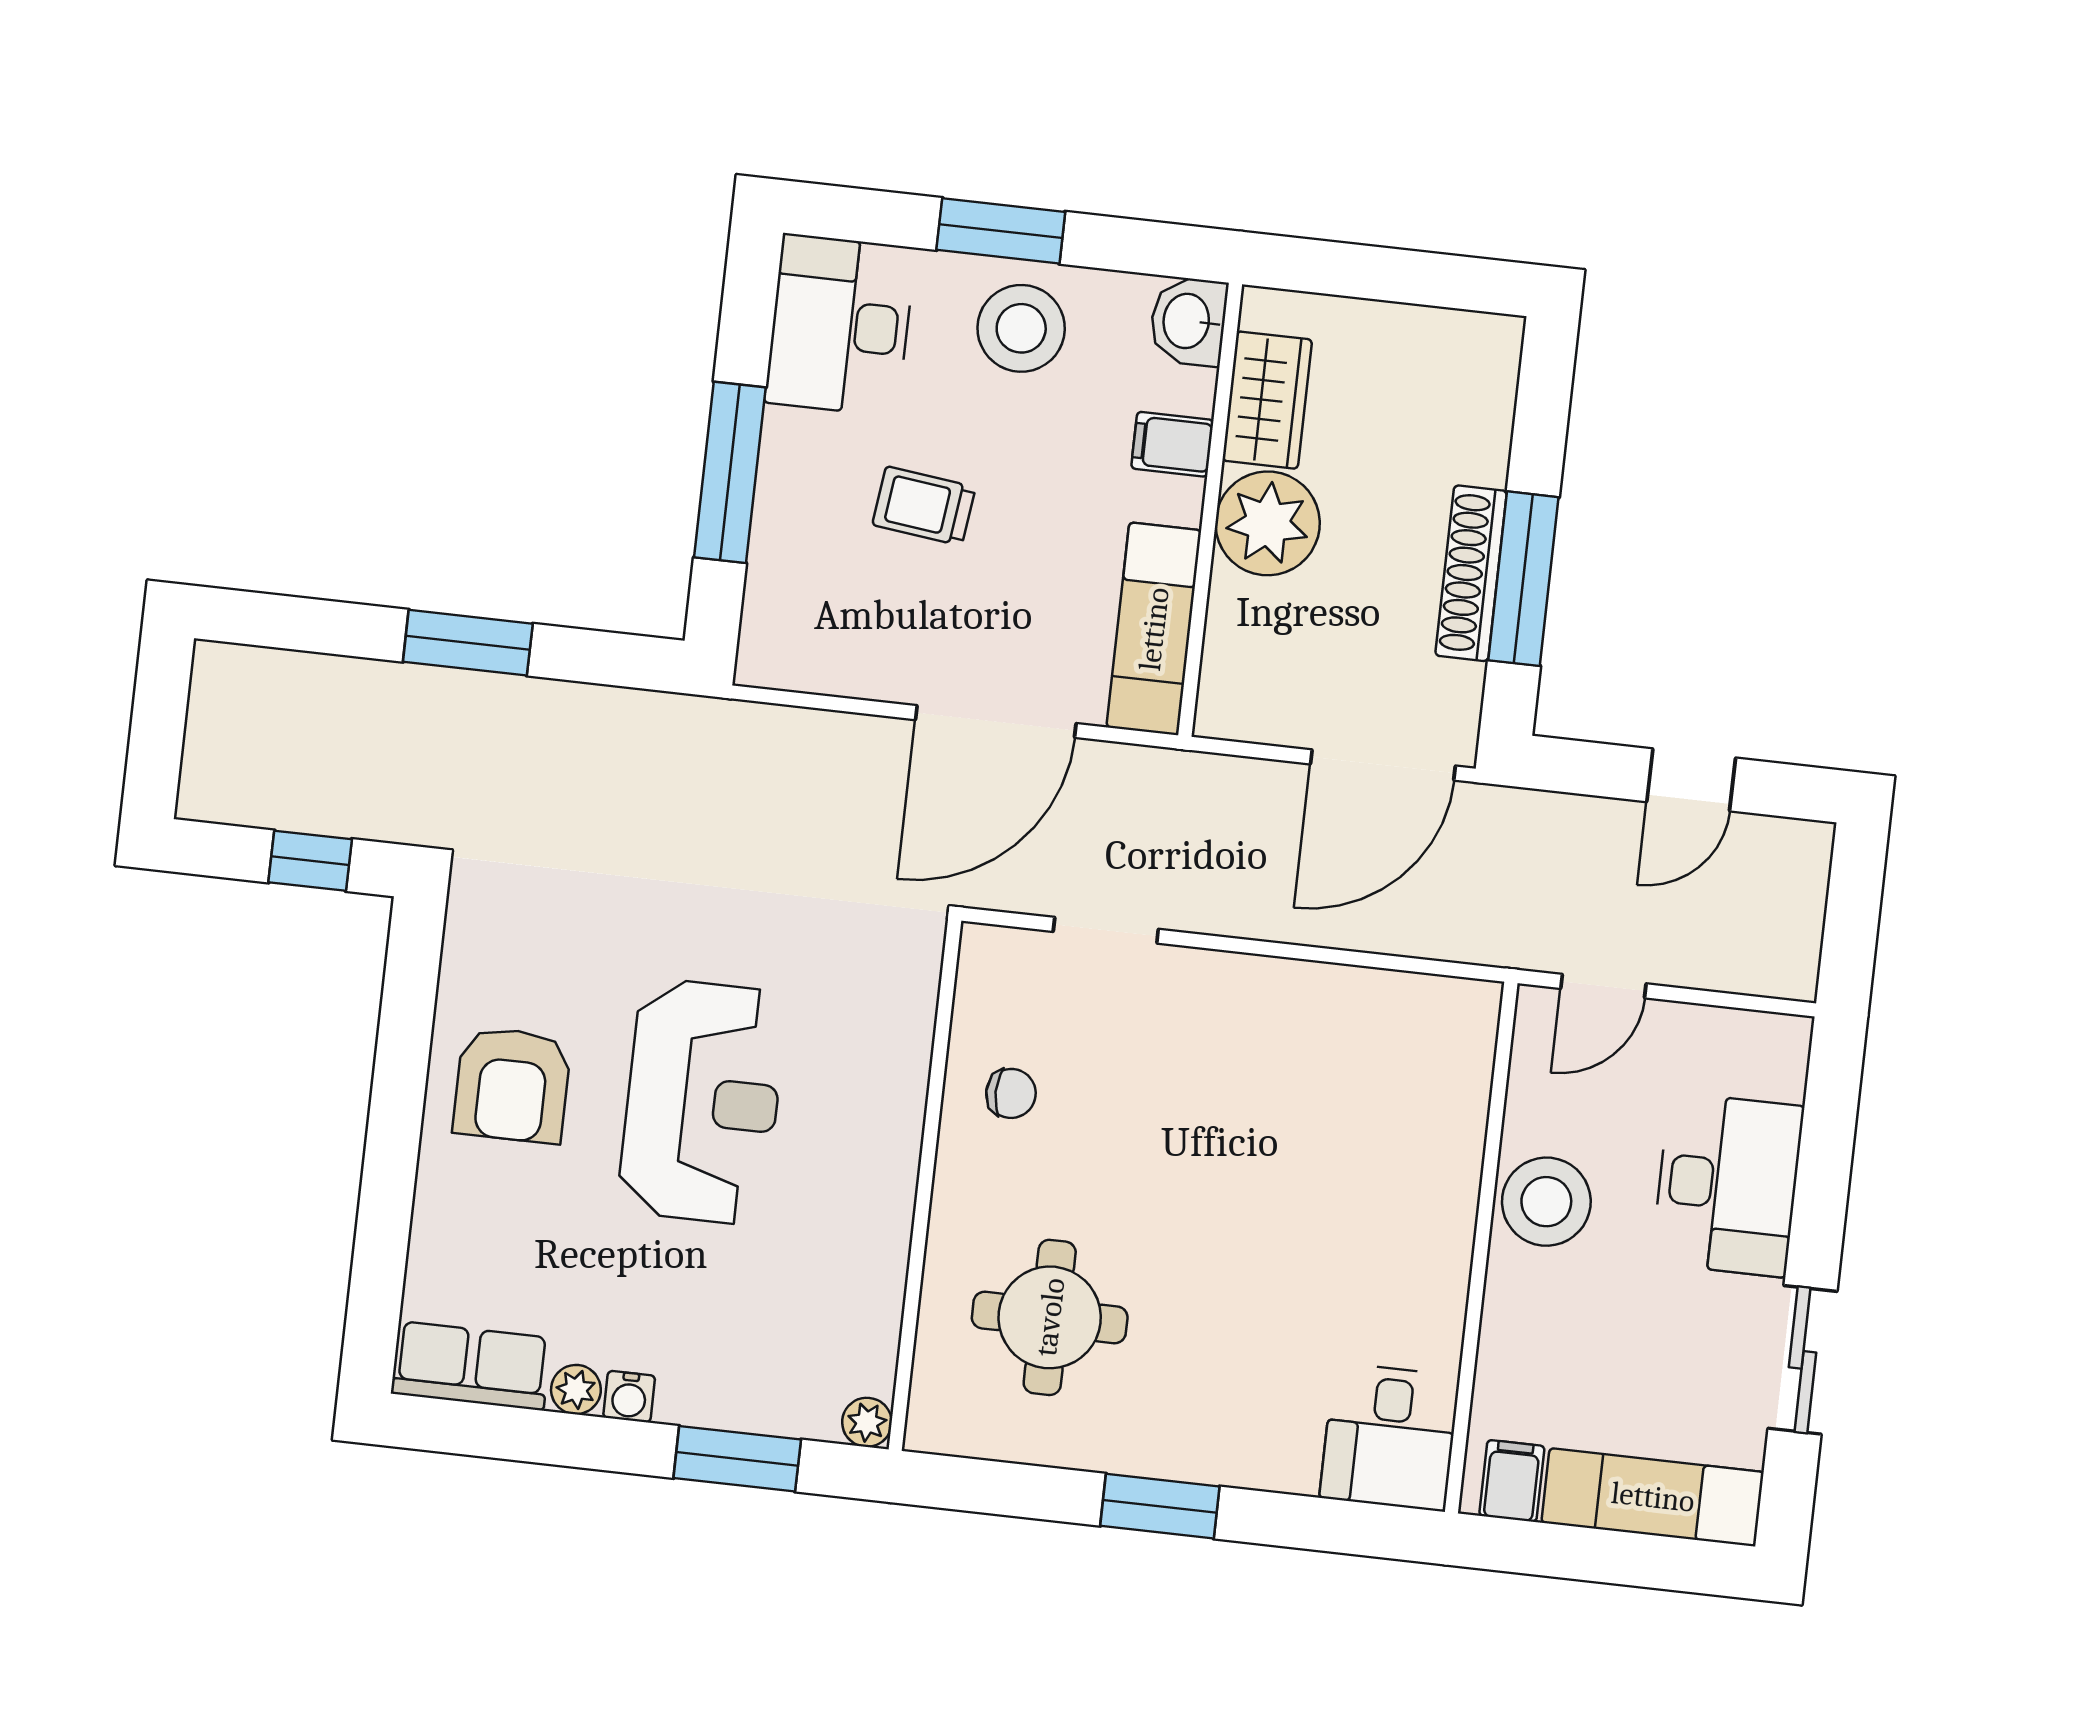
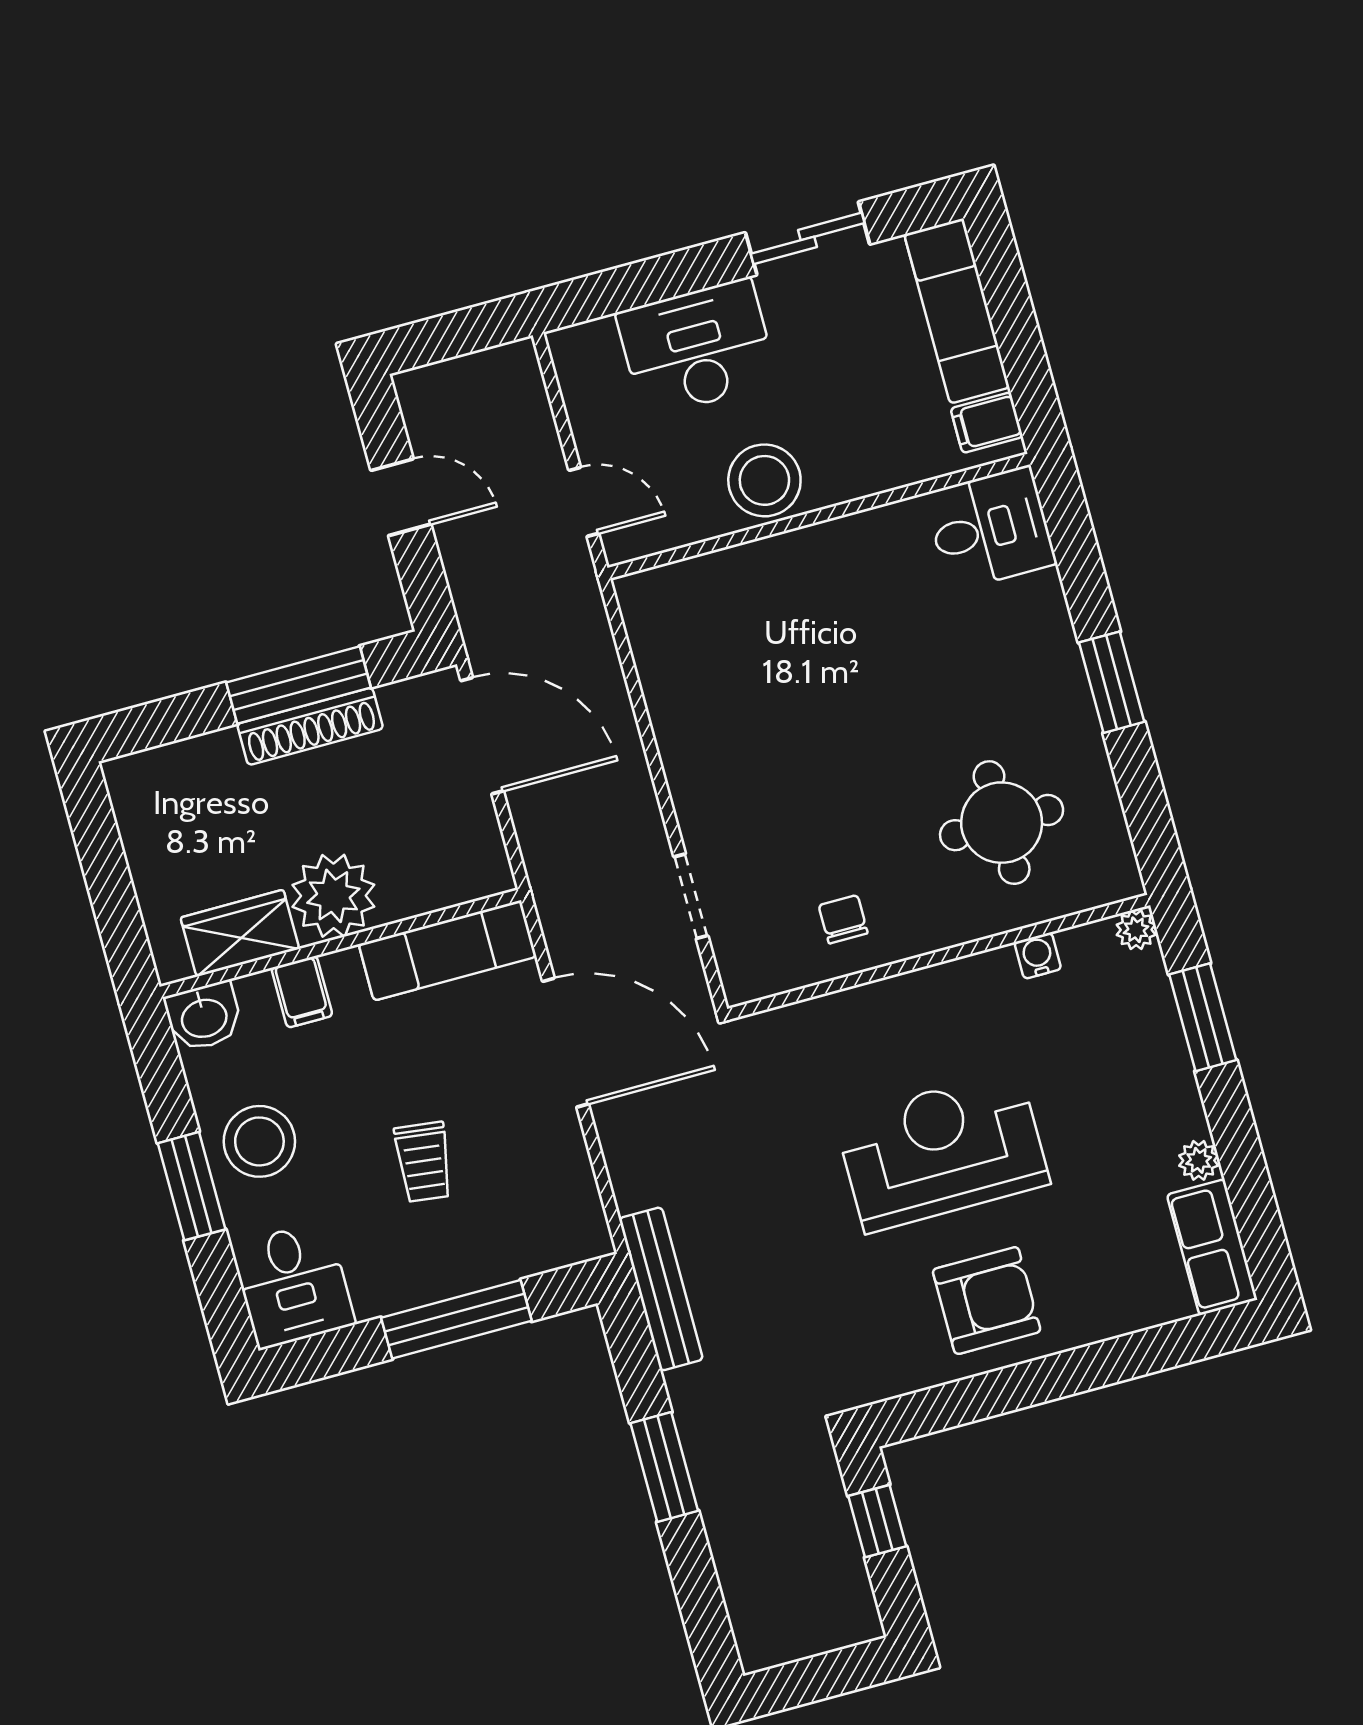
desk: (840, 325) -> (293, 1285), width x0.73
bench: (672, 719) -> (661, 1289), added
water cooler: (629, 1397) -> (1038, 956), moved, turned -90

